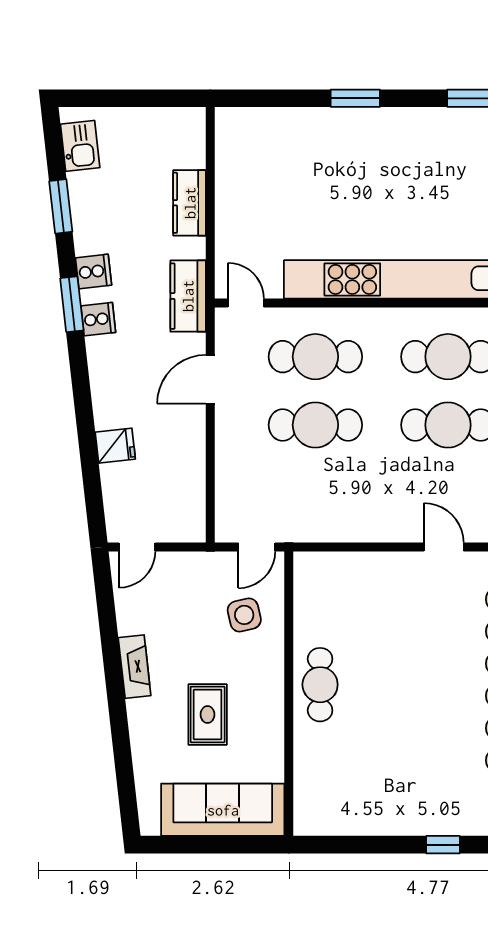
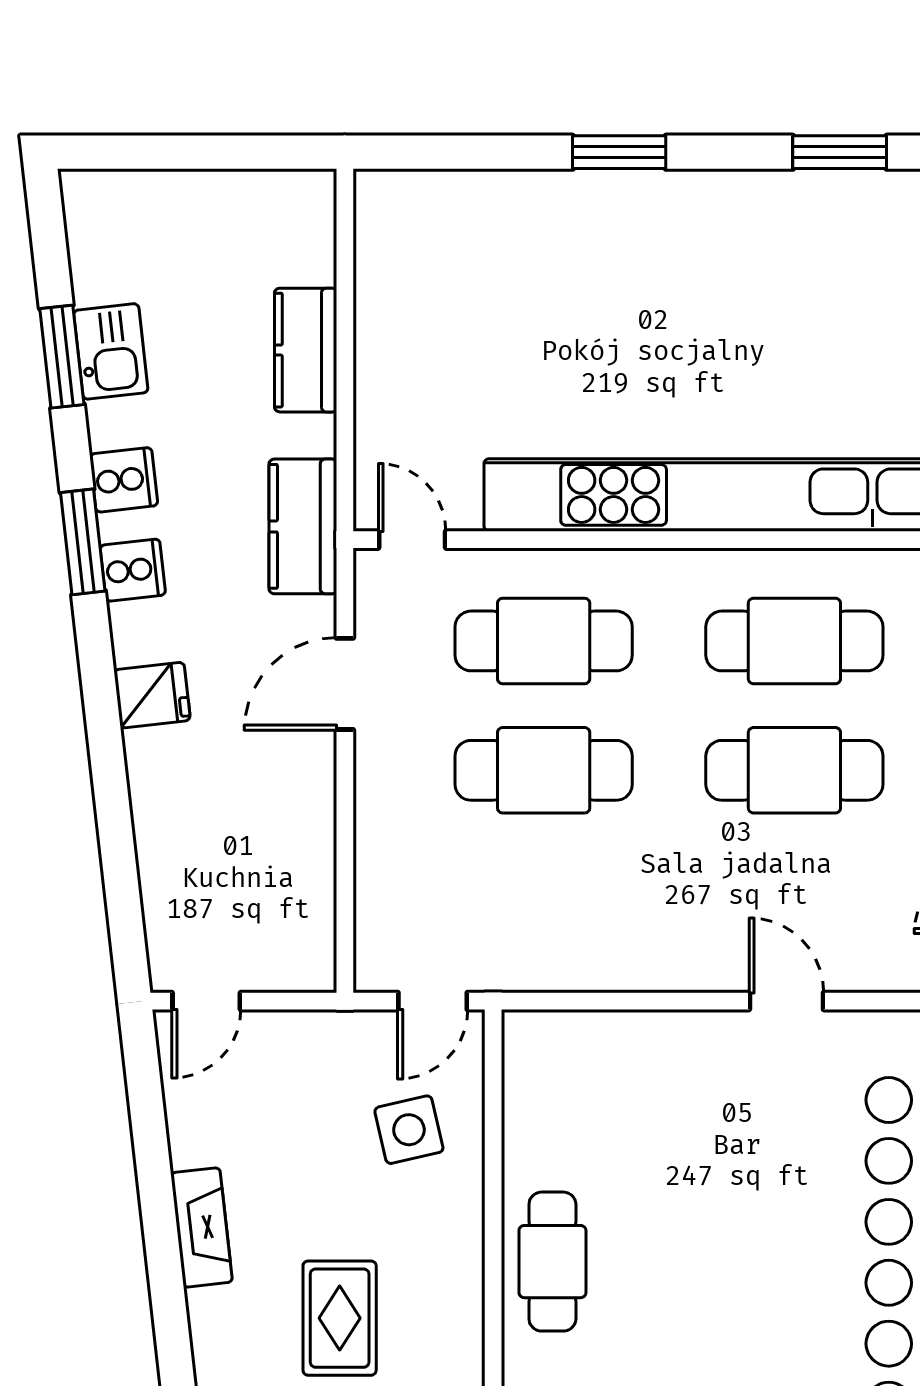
kitchen sink: (80, 146) -> (111, 351), moved
fridge: (115, 446) -> (152, 695), moved

